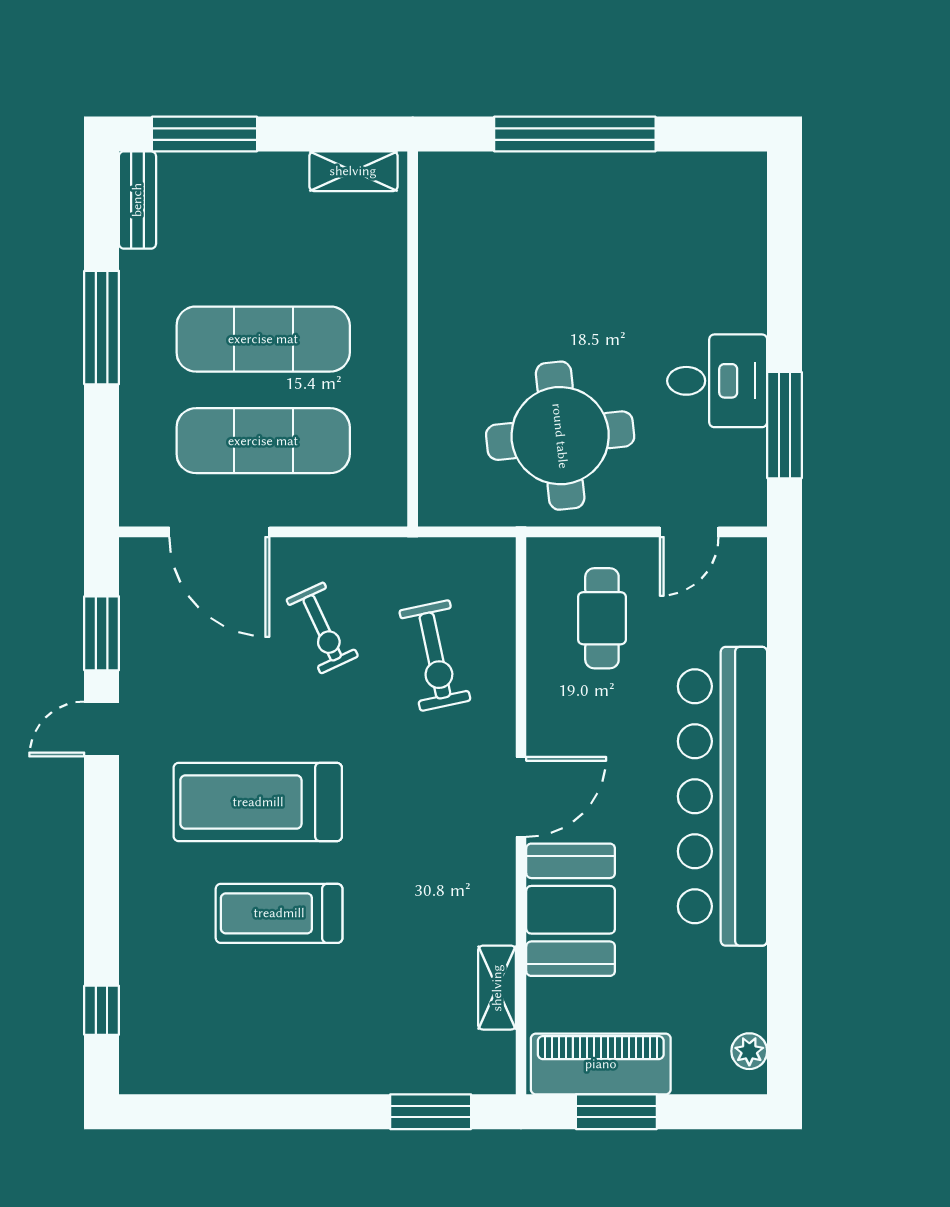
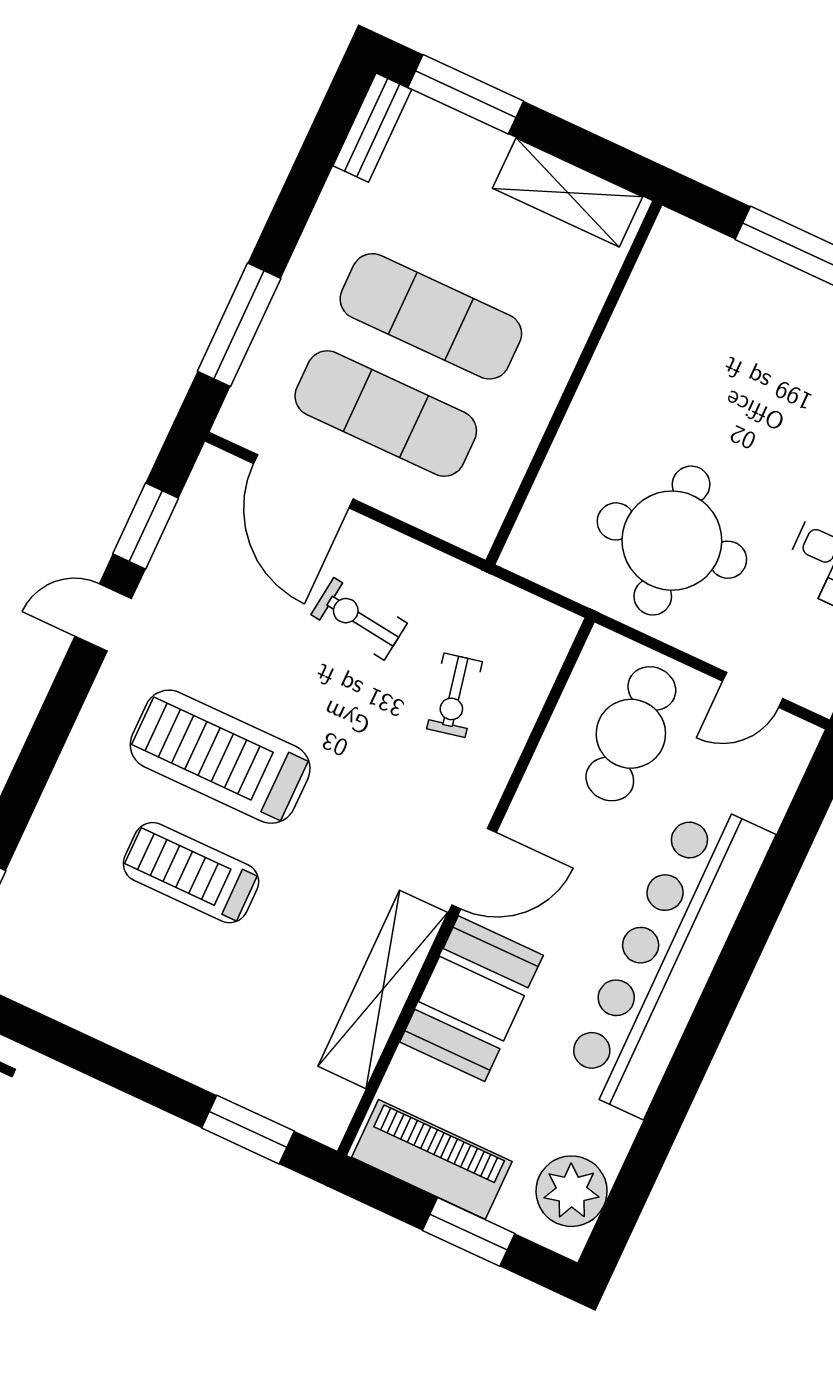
shelving: (353, 171) -> (568, 192), width x1.50, depth x1.33
window: (102, 328) -> (239, 325), moved
cafe table: (602, 618) -> (631, 734), width x1.37, depth x1.35
exercise bike: (322, 628) -> (359, 619), turned 122
exercise bike: (435, 656) -> (455, 695), width x0.73, depth x0.72
shelving: (497, 988) -> (383, 989), width x2.20, depth x1.33
plant: (749, 1051) -> (572, 1191), width x1.87, depth x1.87
window: (616, 1112) -> (469, 1232), moved

